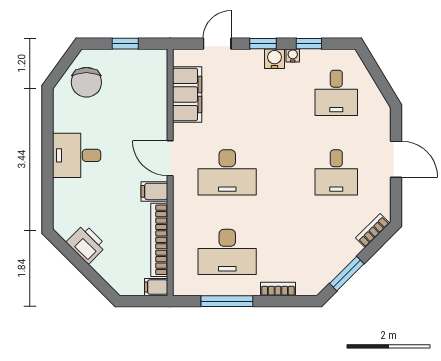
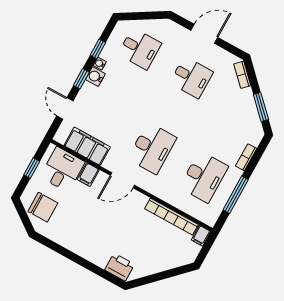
desk: (77, 155) -> (62, 169), moved, turned 180
filing cabinet: (154, 191) -> (88, 175), moved
printer: (86, 244) -> (120, 267), moved, turned 45

